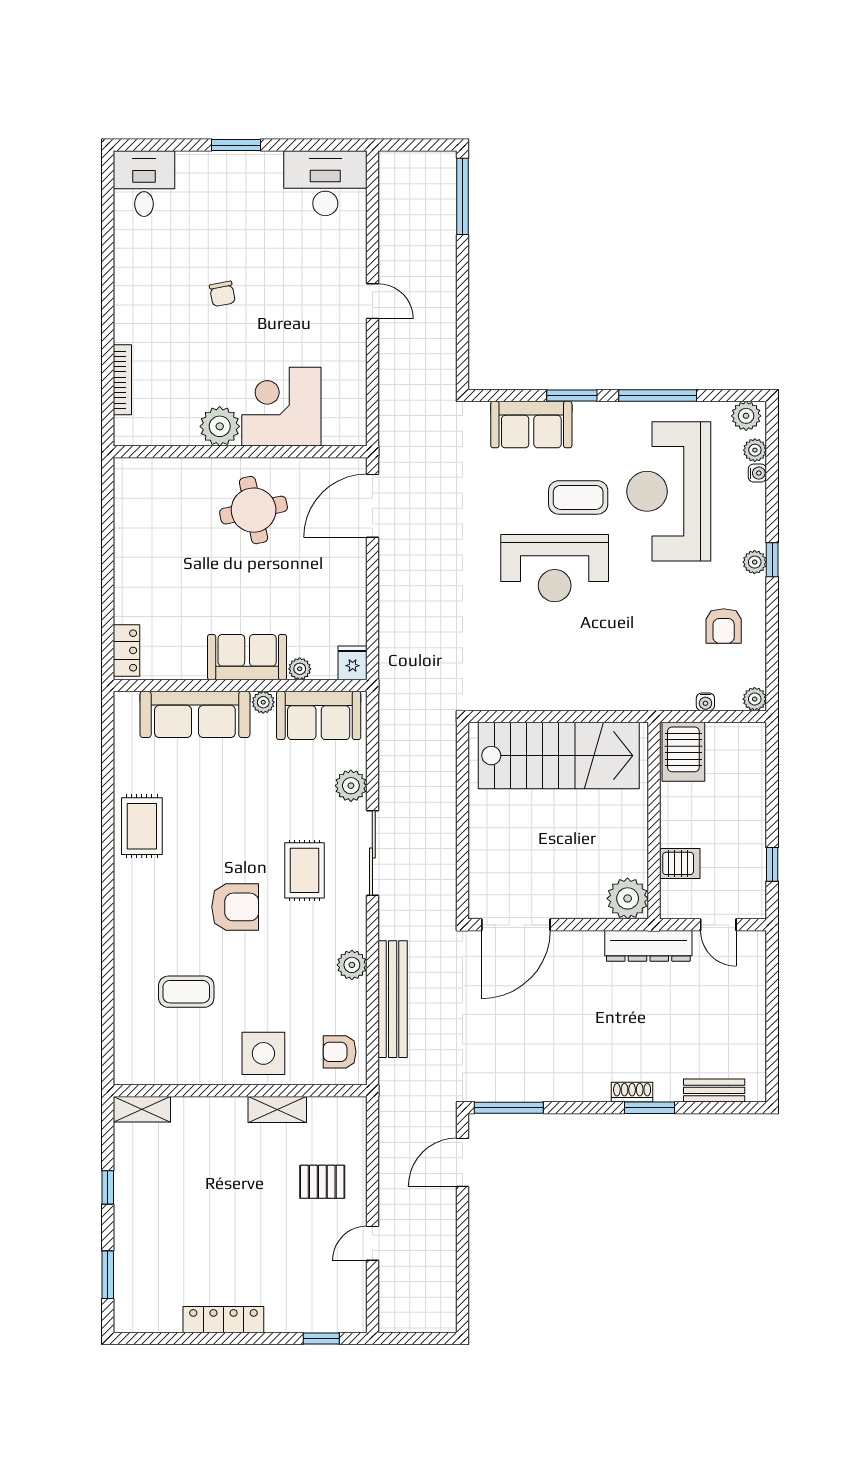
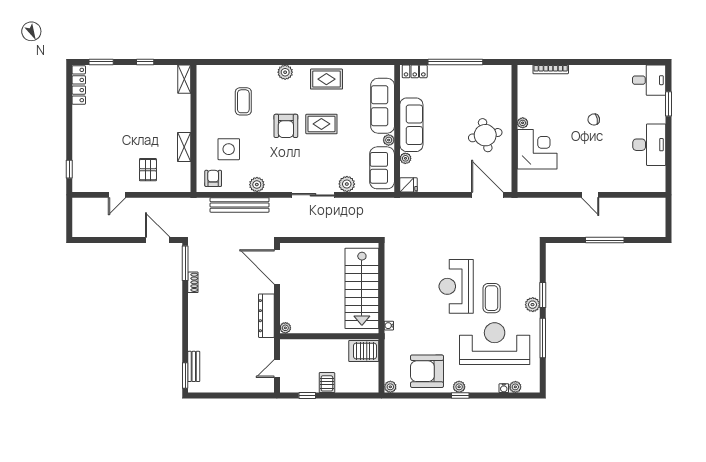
window: (236, 145) -> (668, 104), moved
desk: (325, 183) -> (649, 145), moved
window: (462, 196) -> (605, 240), moved
door: (372, 301) -> (590, 195), hinge flipped
plant: (746, 416) -> (533, 305), moved
sofa: (531, 425) -> (528, 275), removed
plant: (220, 426) -> (523, 123), width x0.53, depth x0.53
window: (108, 570) -> (455, 62), added
armchair: (724, 626) -> (427, 371), width x1.88, depth x1.88
sofa: (247, 657) -> (411, 125), width x1.36
water cooler: (705, 702) -> (389, 326), moved
server rack: (680, 863) -> (327, 383), moved, turned 180
rug: (304, 870) -> (321, 124), moved
plant: (628, 898) -> (285, 328), width x0.53, depth x0.53
plant: (128, 908) -> (285, 72), added
dresser: (648, 946) -> (266, 316), moved
side table: (263, 1053) -> (229, 149), moved
shoe rack: (632, 1092) -> (193, 282), moved
window: (650, 1108) -> (185, 375), moved
door: (372, 1243) -> (117, 195), swing flipped
locker: (223, 1320) -> (79, 85), moved

